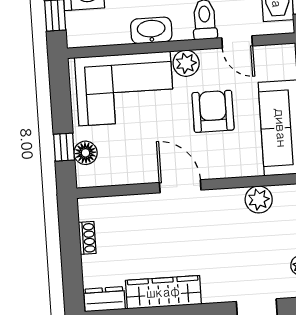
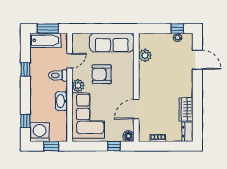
floor lamp: (86, 153) -> (128, 136), moved
door: (180, 186) -> (136, 109), moved
wardrobe: (163, 292) -> (186, 109), width x0.67

